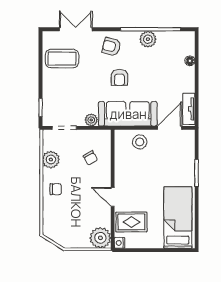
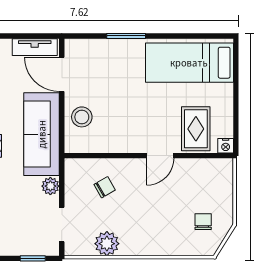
chair: (56, 189) -> (203, 222), moved
plant: (100, 238) -> (218, 173), removed

